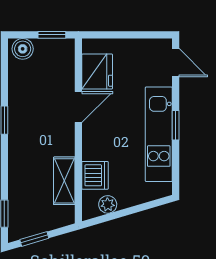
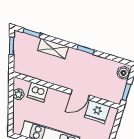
door: (78, 107) -> (80, 95), hinge flipped
shelving: (64, 181) -> (53, 49), moved

